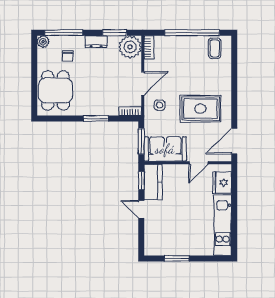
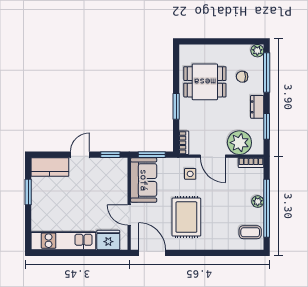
plant: (186, 41) -> (258, 202), added
plant: (130, 47) -> (239, 143), moved
dining table: (55, 90) -> (205, 82), moved
kitchen counter: (153, 182) -> (50, 167), moved

